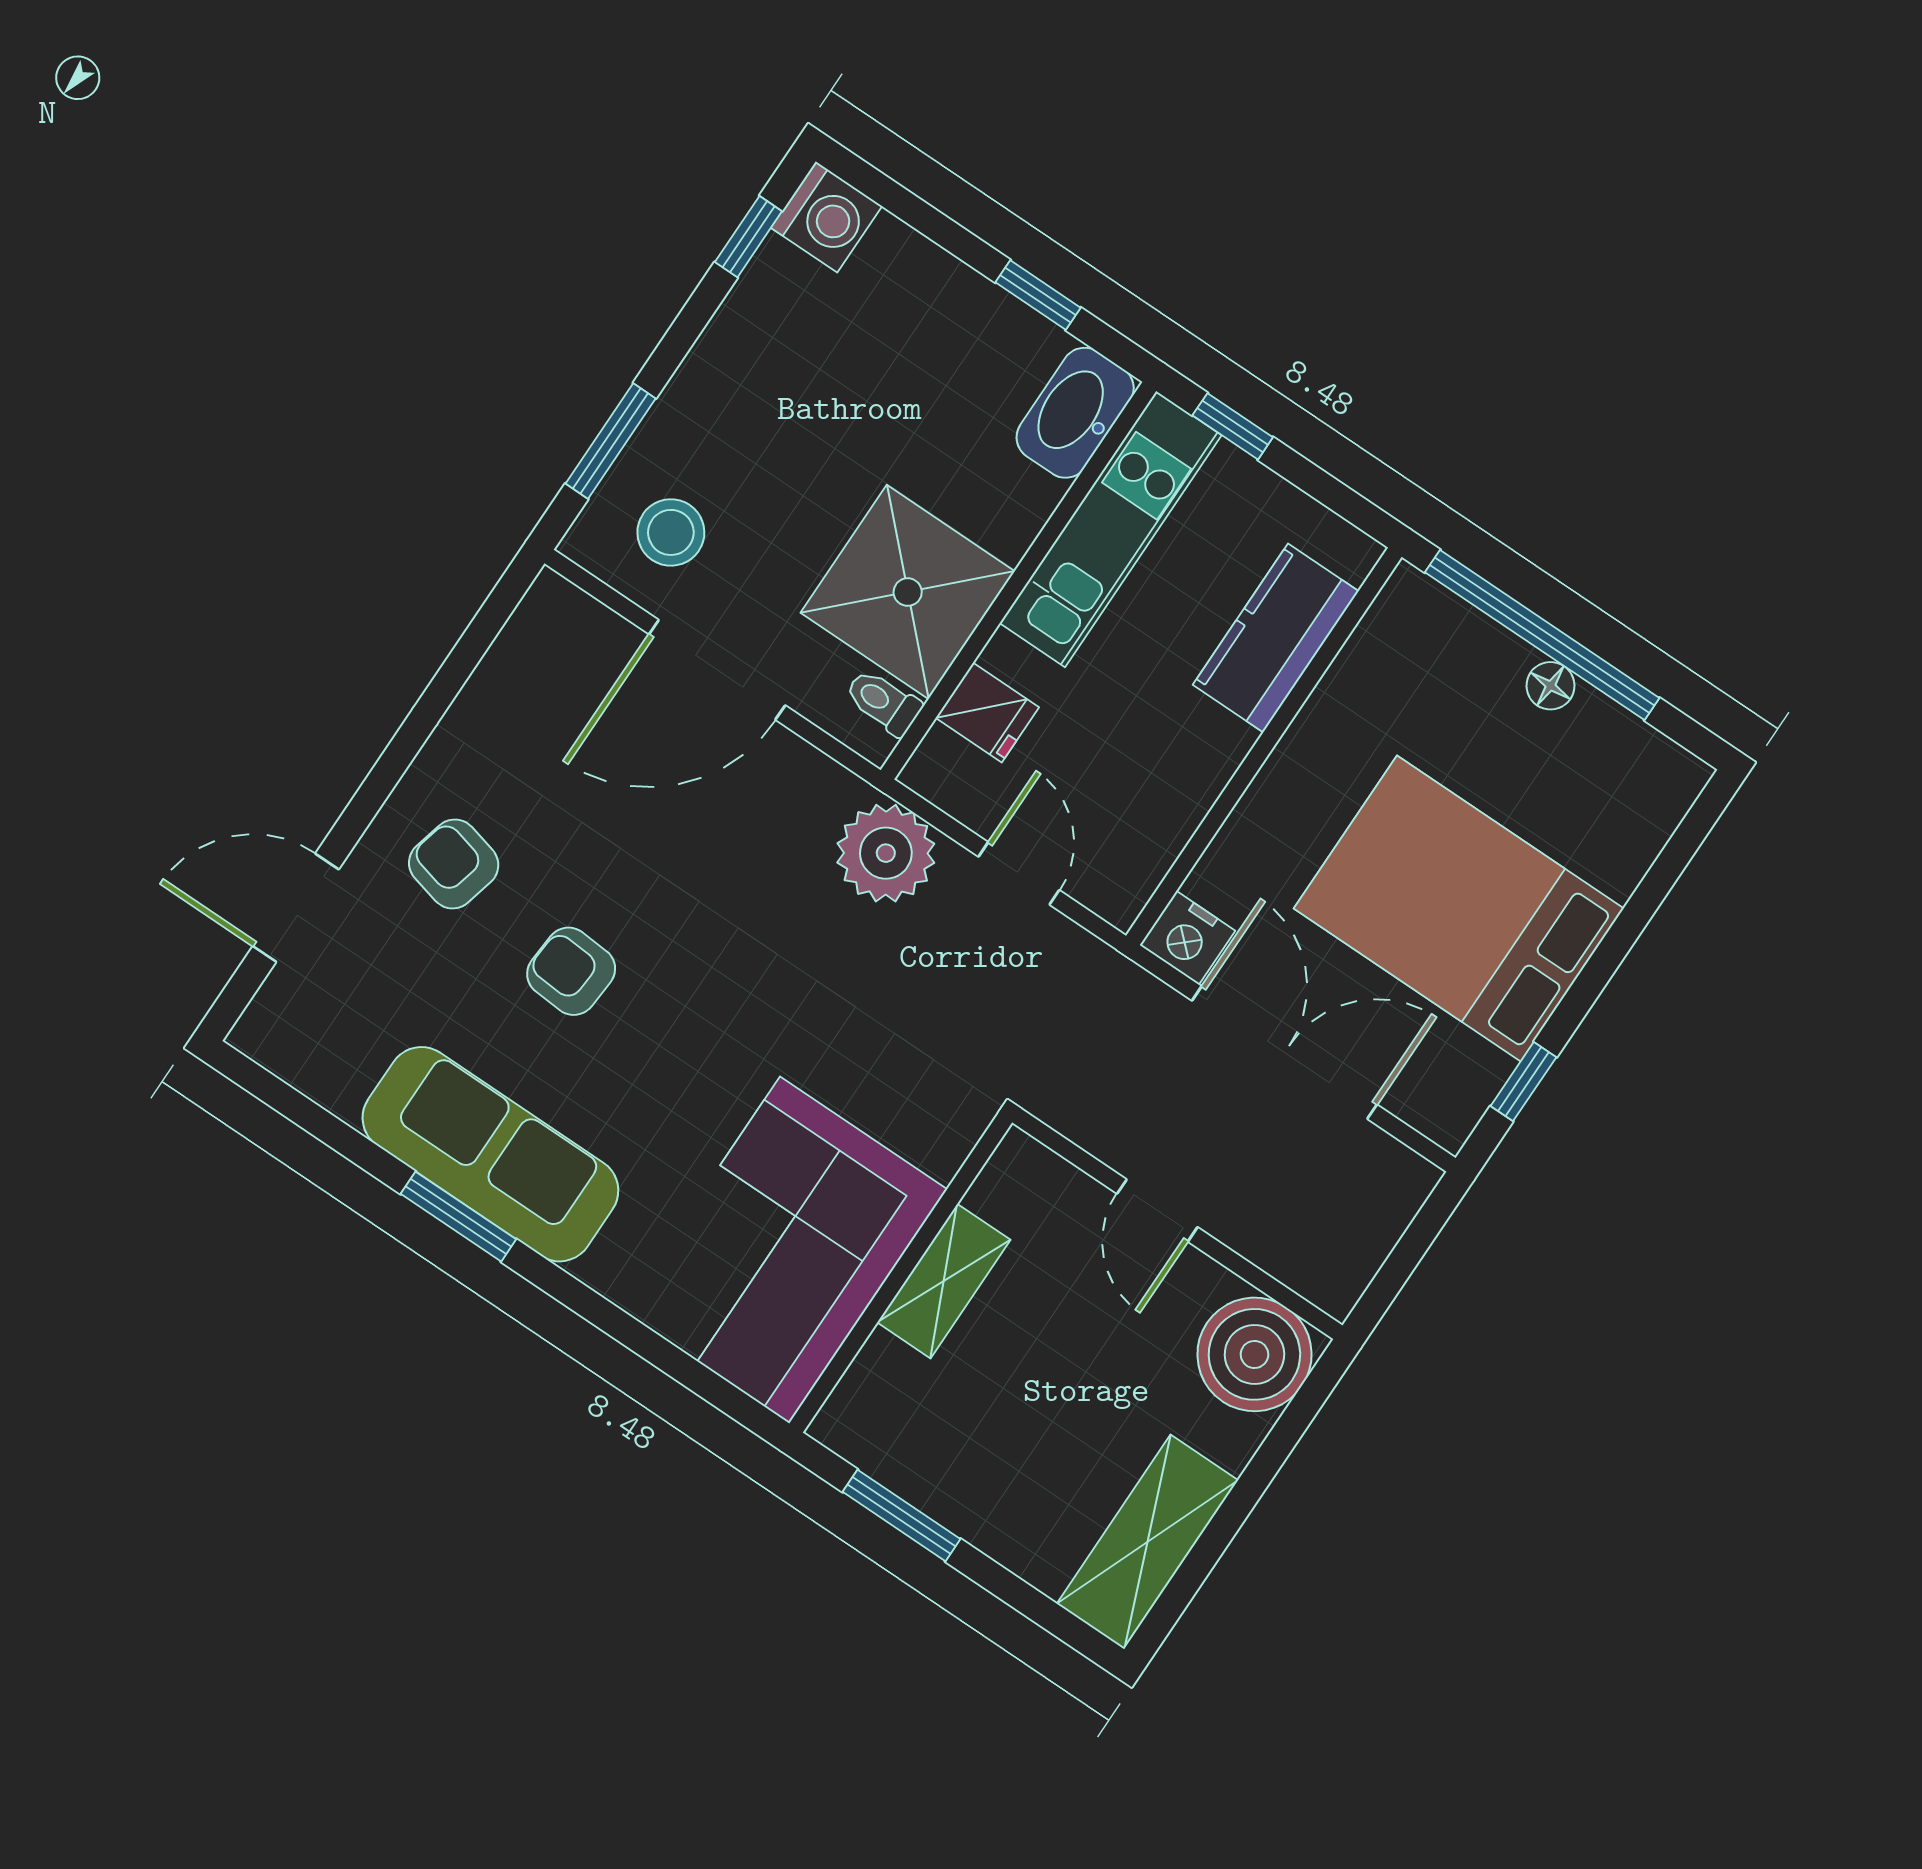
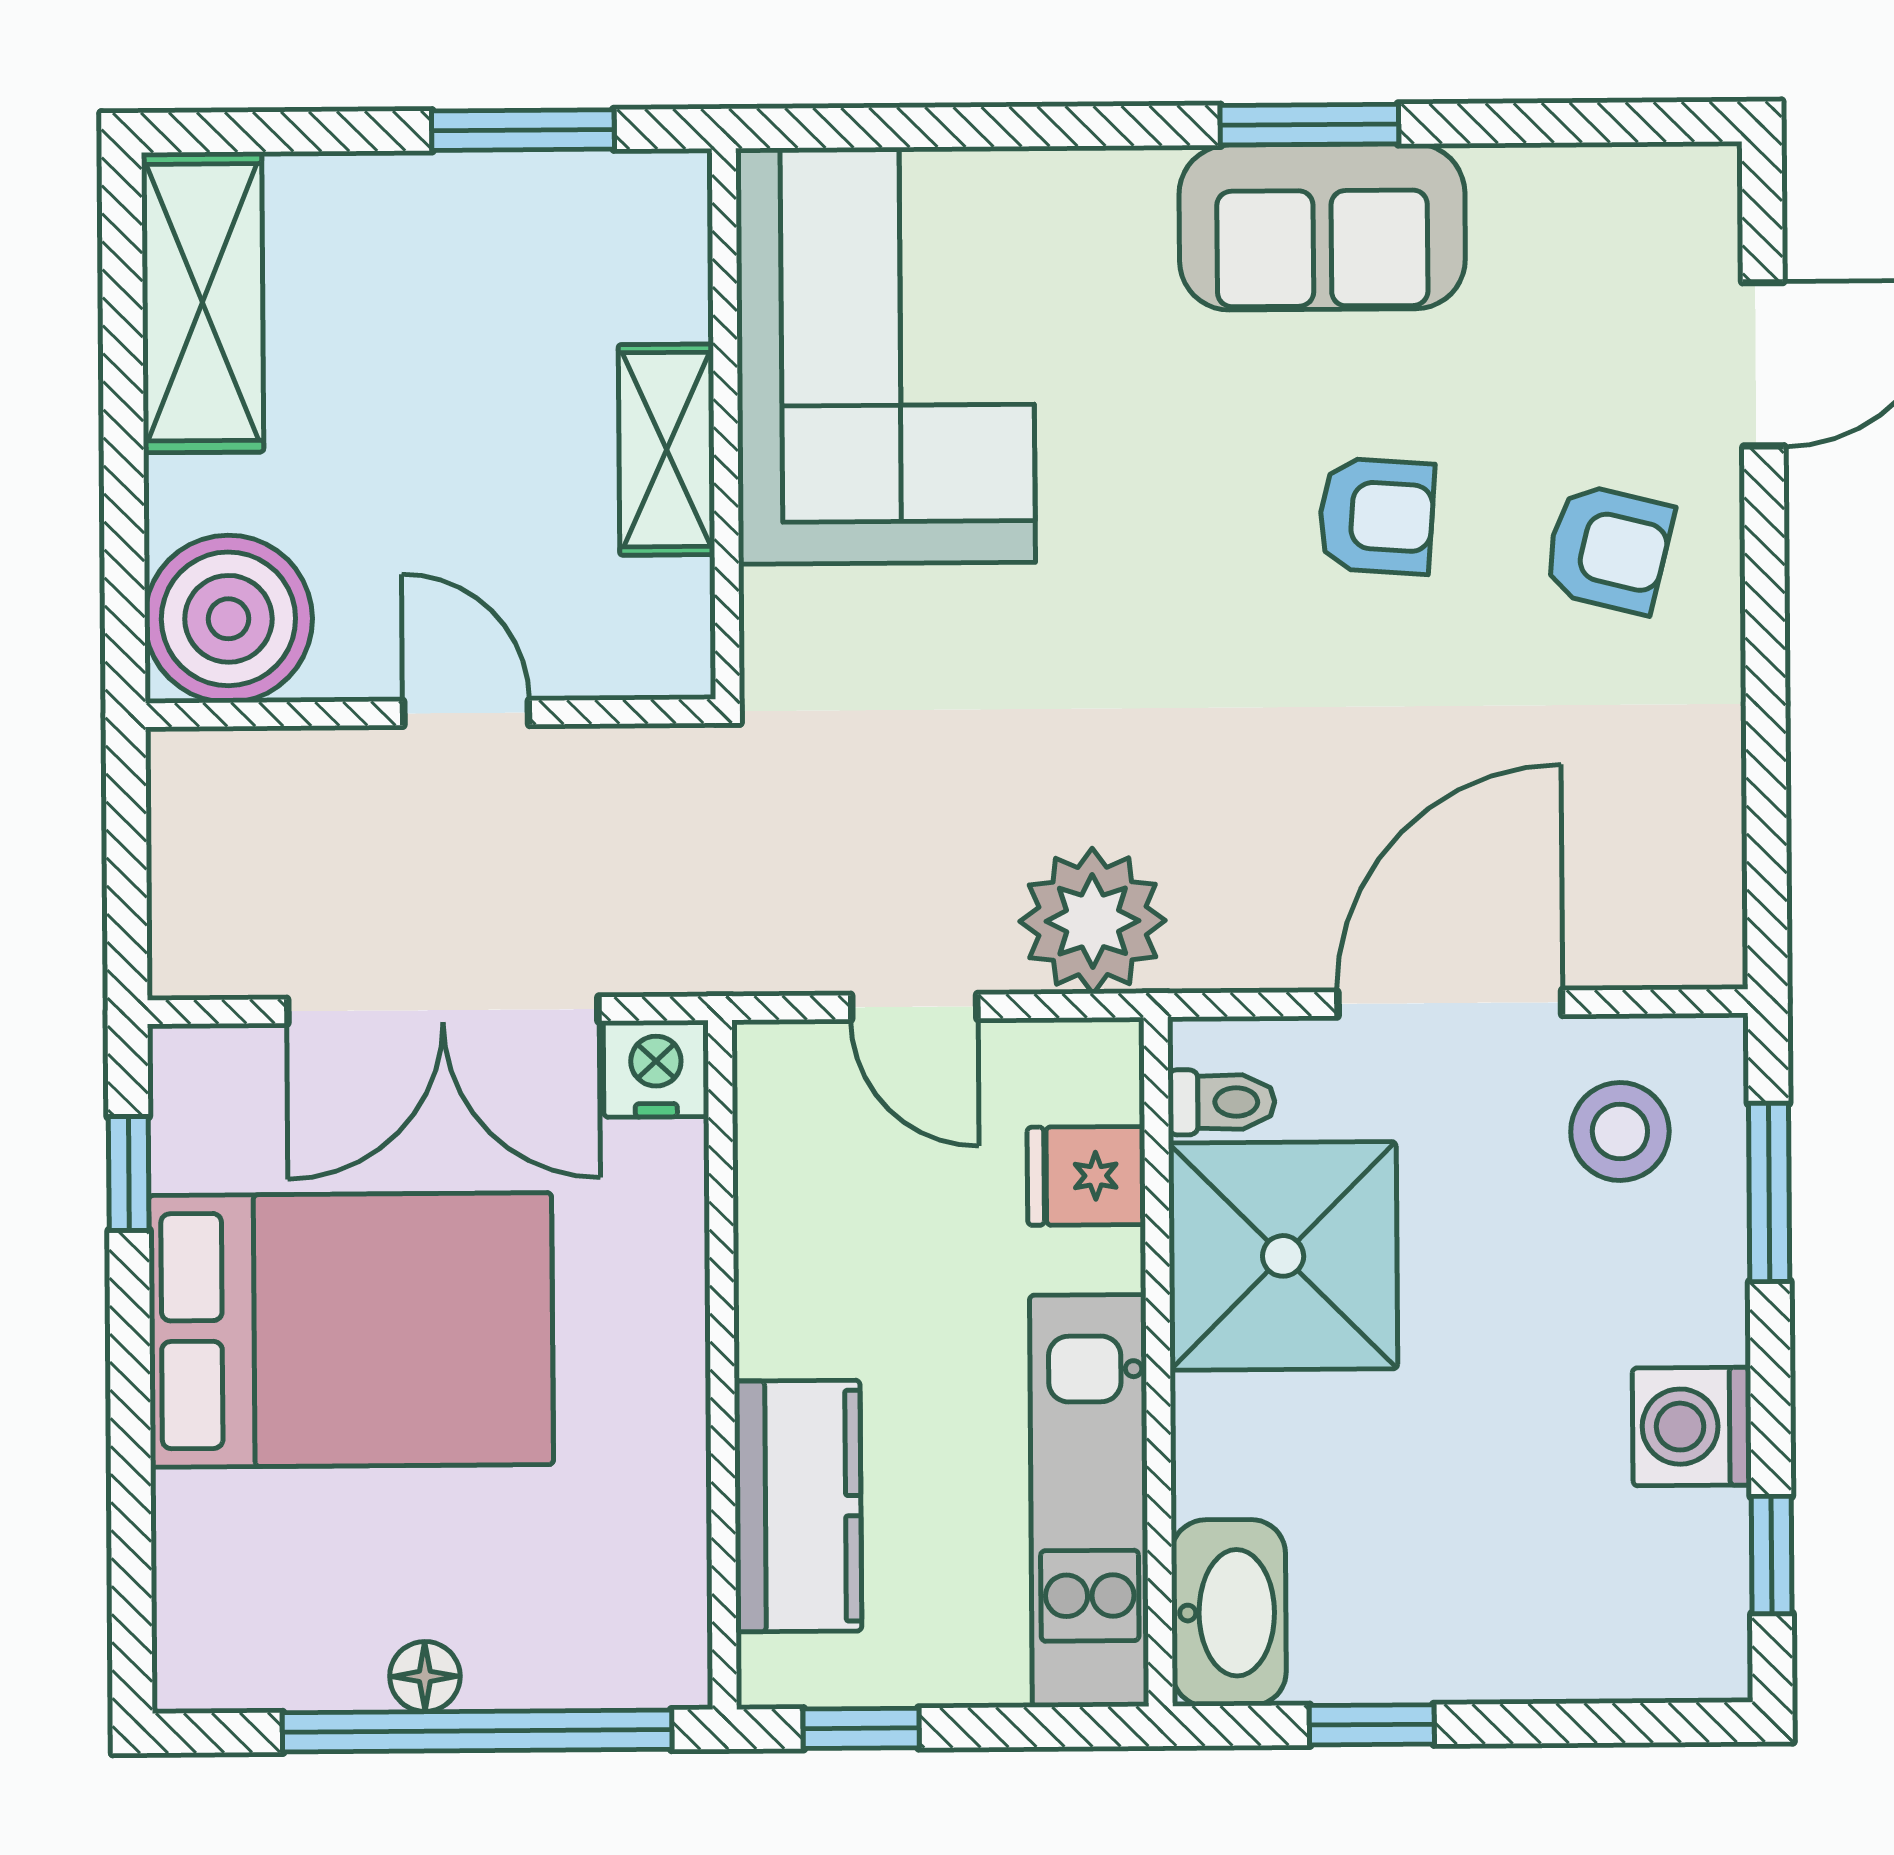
washing machine: (826, 217) -> (1692, 1427), moved
window: (1233, 426) -> (861, 1728), moved
sofa: (490, 1154) -> (1322, 227), width x0.73

